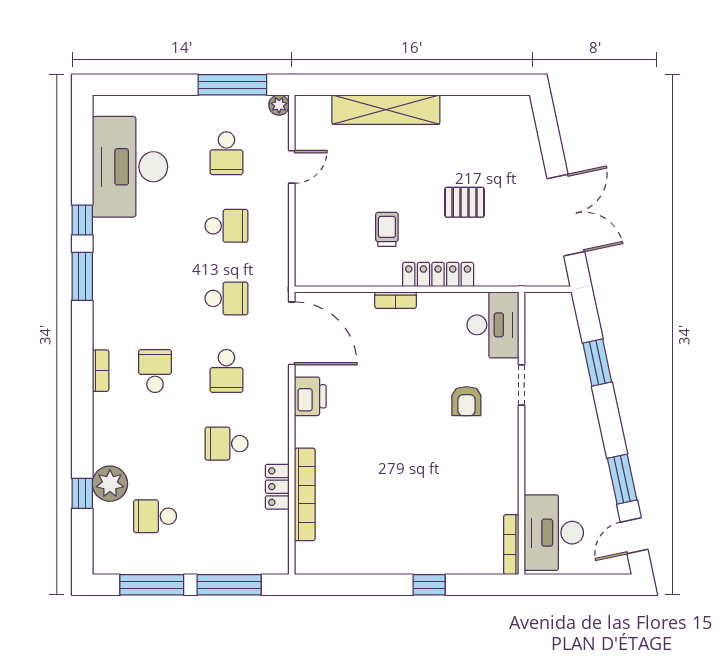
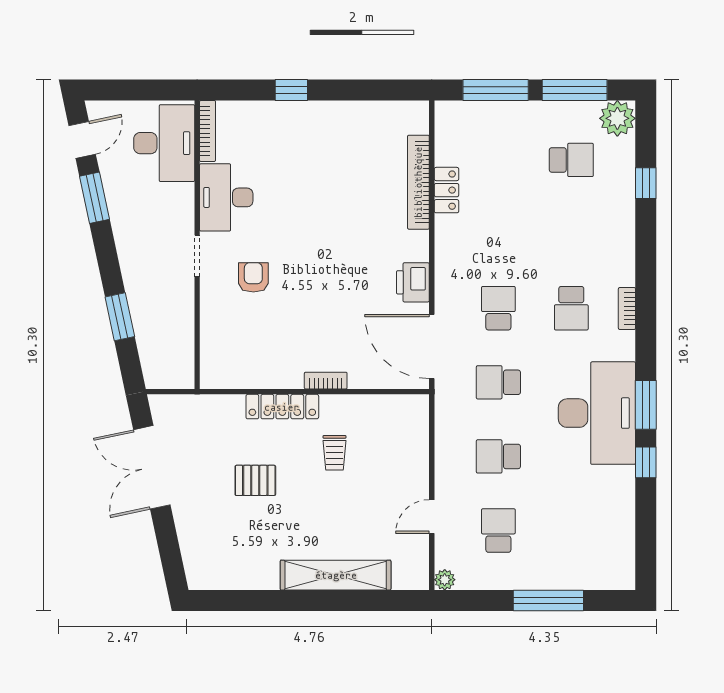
window: (232, 85) -> (548, 600), moved
desk: (130, 167) -> (597, 413), moved
desk: (493, 325) -> (226, 197), moved
doorway: (522, 385) -> (197, 256), moved
school desk: (226, 444) -> (498, 234), removed
plant: (110, 484) -> (617, 118), moved

